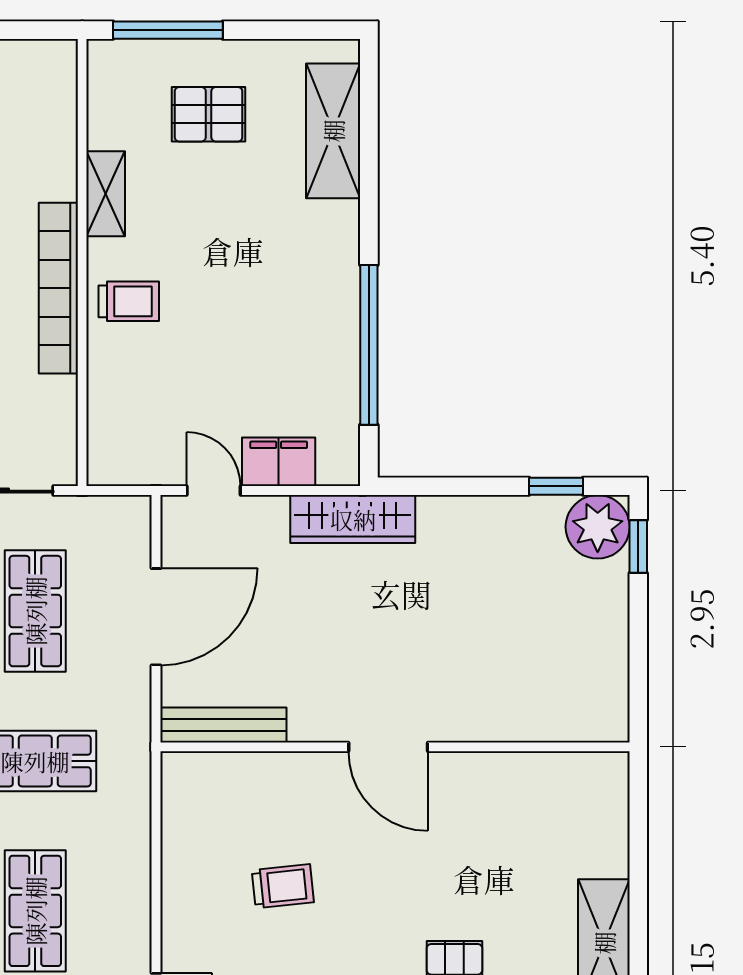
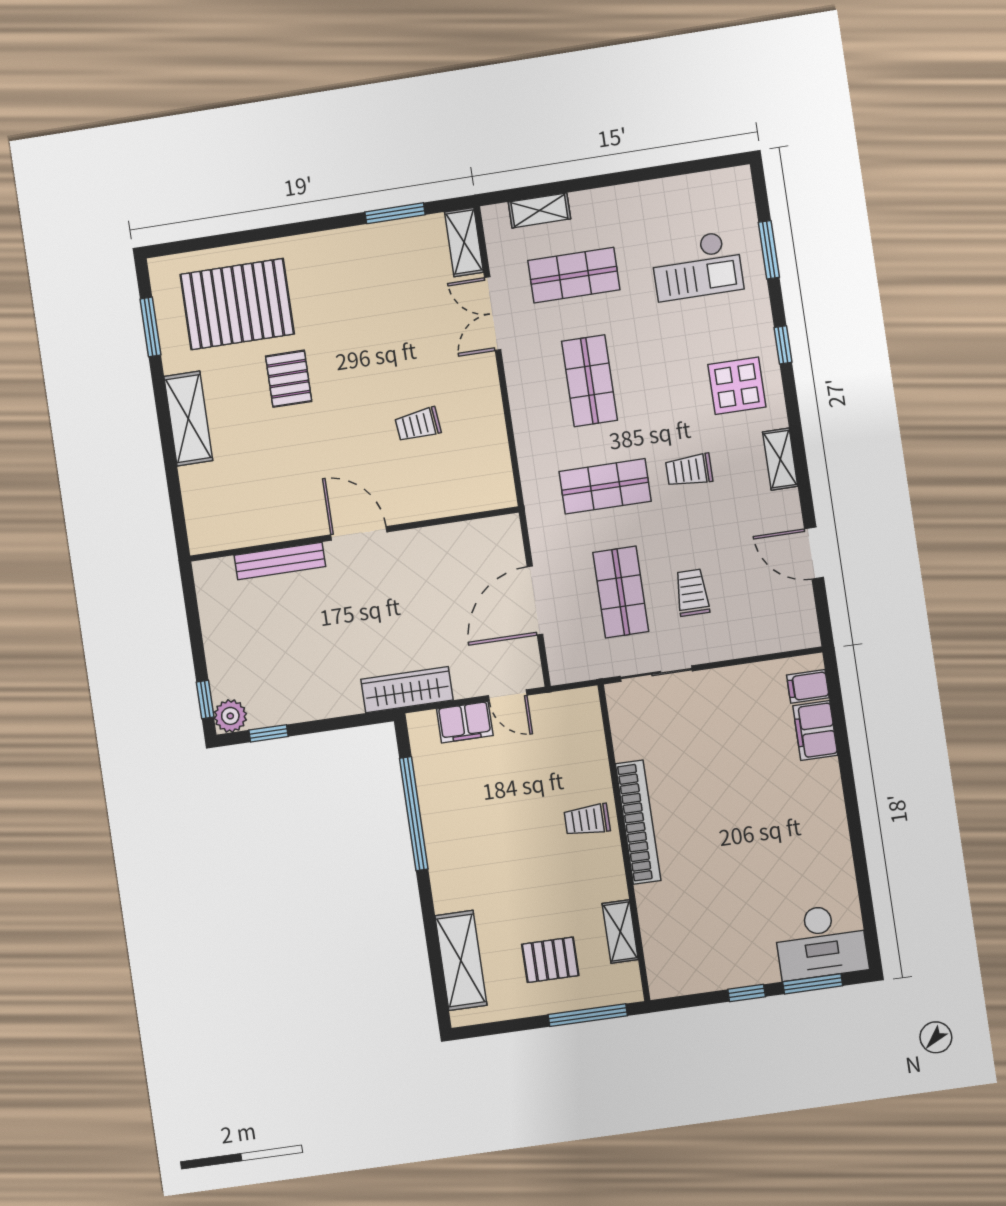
shelving: (106, 194) -> (620, 932), moved
plant: (598, 527) -> (230, 716), width x0.73, depth x0.73
bench: (223, 725) -> (280, 561), moved

